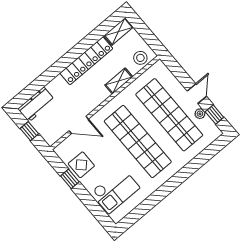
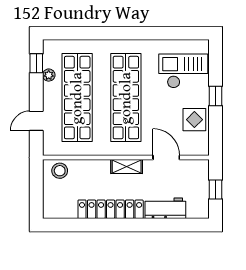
shelving: (118, 31) -> (59, 211), removed
shelving: (119, 81) -> (127, 166), moved
door: (197, 94) -> (36, 121), moved
workbench: (36, 104) -> (165, 208), moved
window: (70, 179) -> (215, 96), moved

